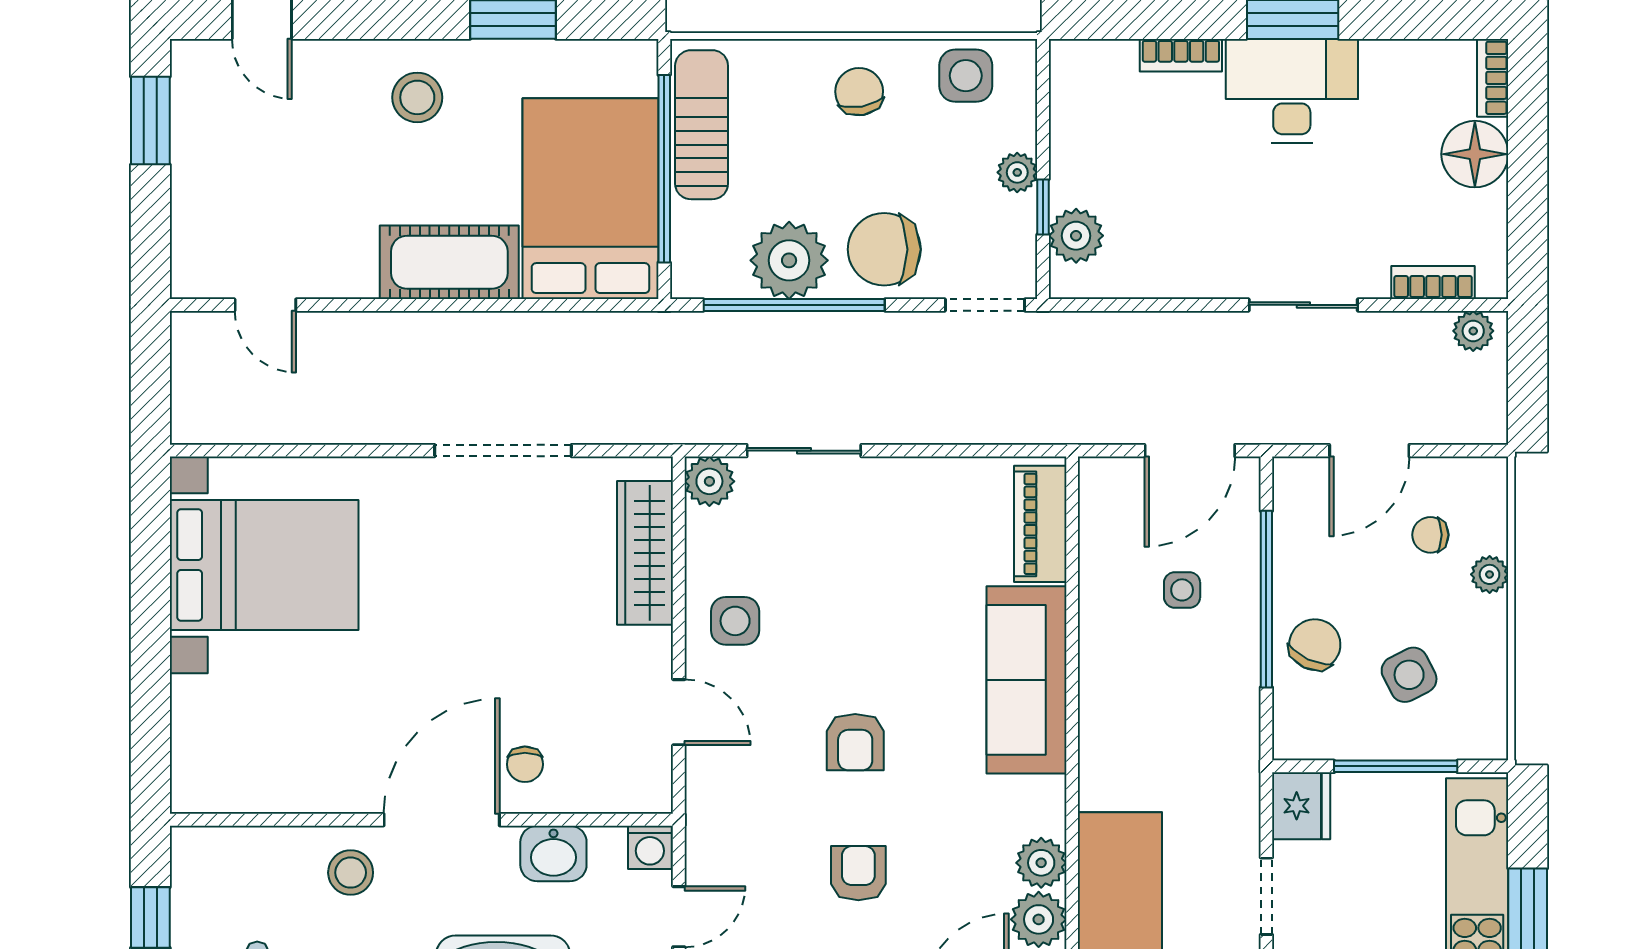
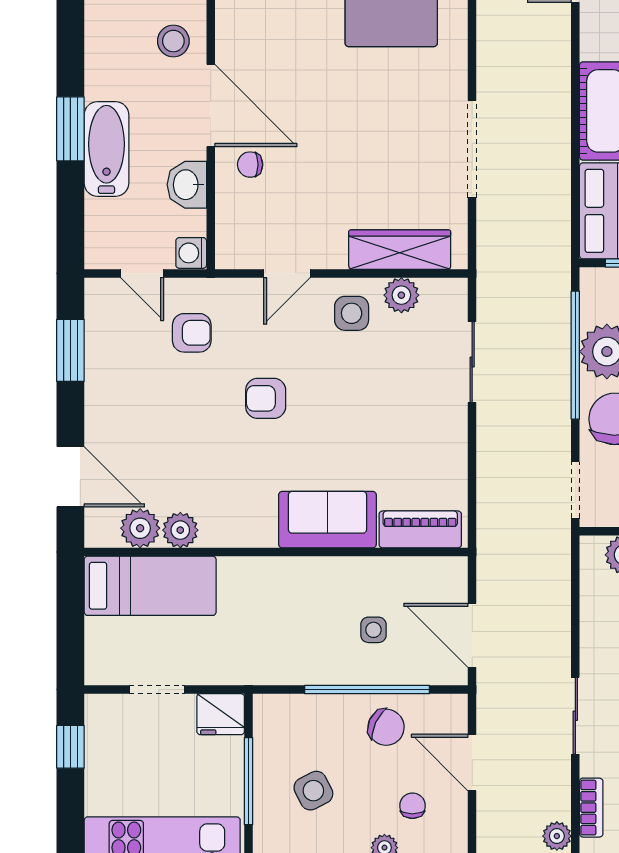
plant: (709, 481) -> (401, 295), moved
chair: (1315, 645) -> (386, 727), moved
sofa: (1026, 680) -> (327, 520), width x0.73
armchair: (858, 873) -> (192, 333), moved

